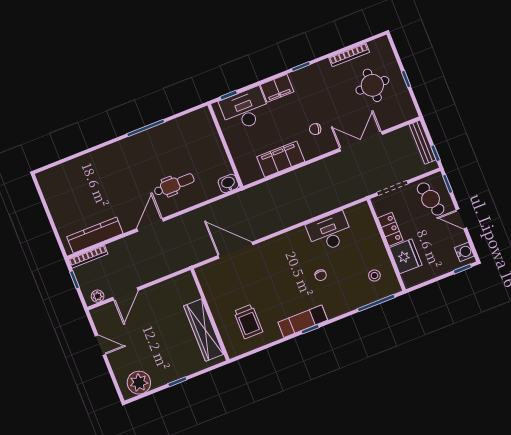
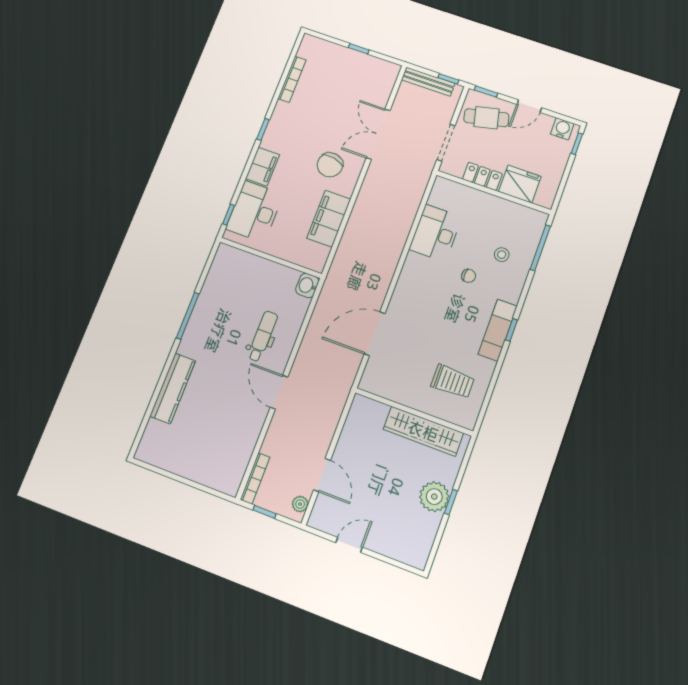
round table: (372, 85) -> (337, 82), removed
chair: (315, 129) -> (330, 165), width x1.87, depth x1.87
kitchen counter: (95, 235) -> (173, 388), moved, turned 180
stool: (374, 275) -> (502, 255), moved
plant: (139, 383) -> (434, 497), moved

